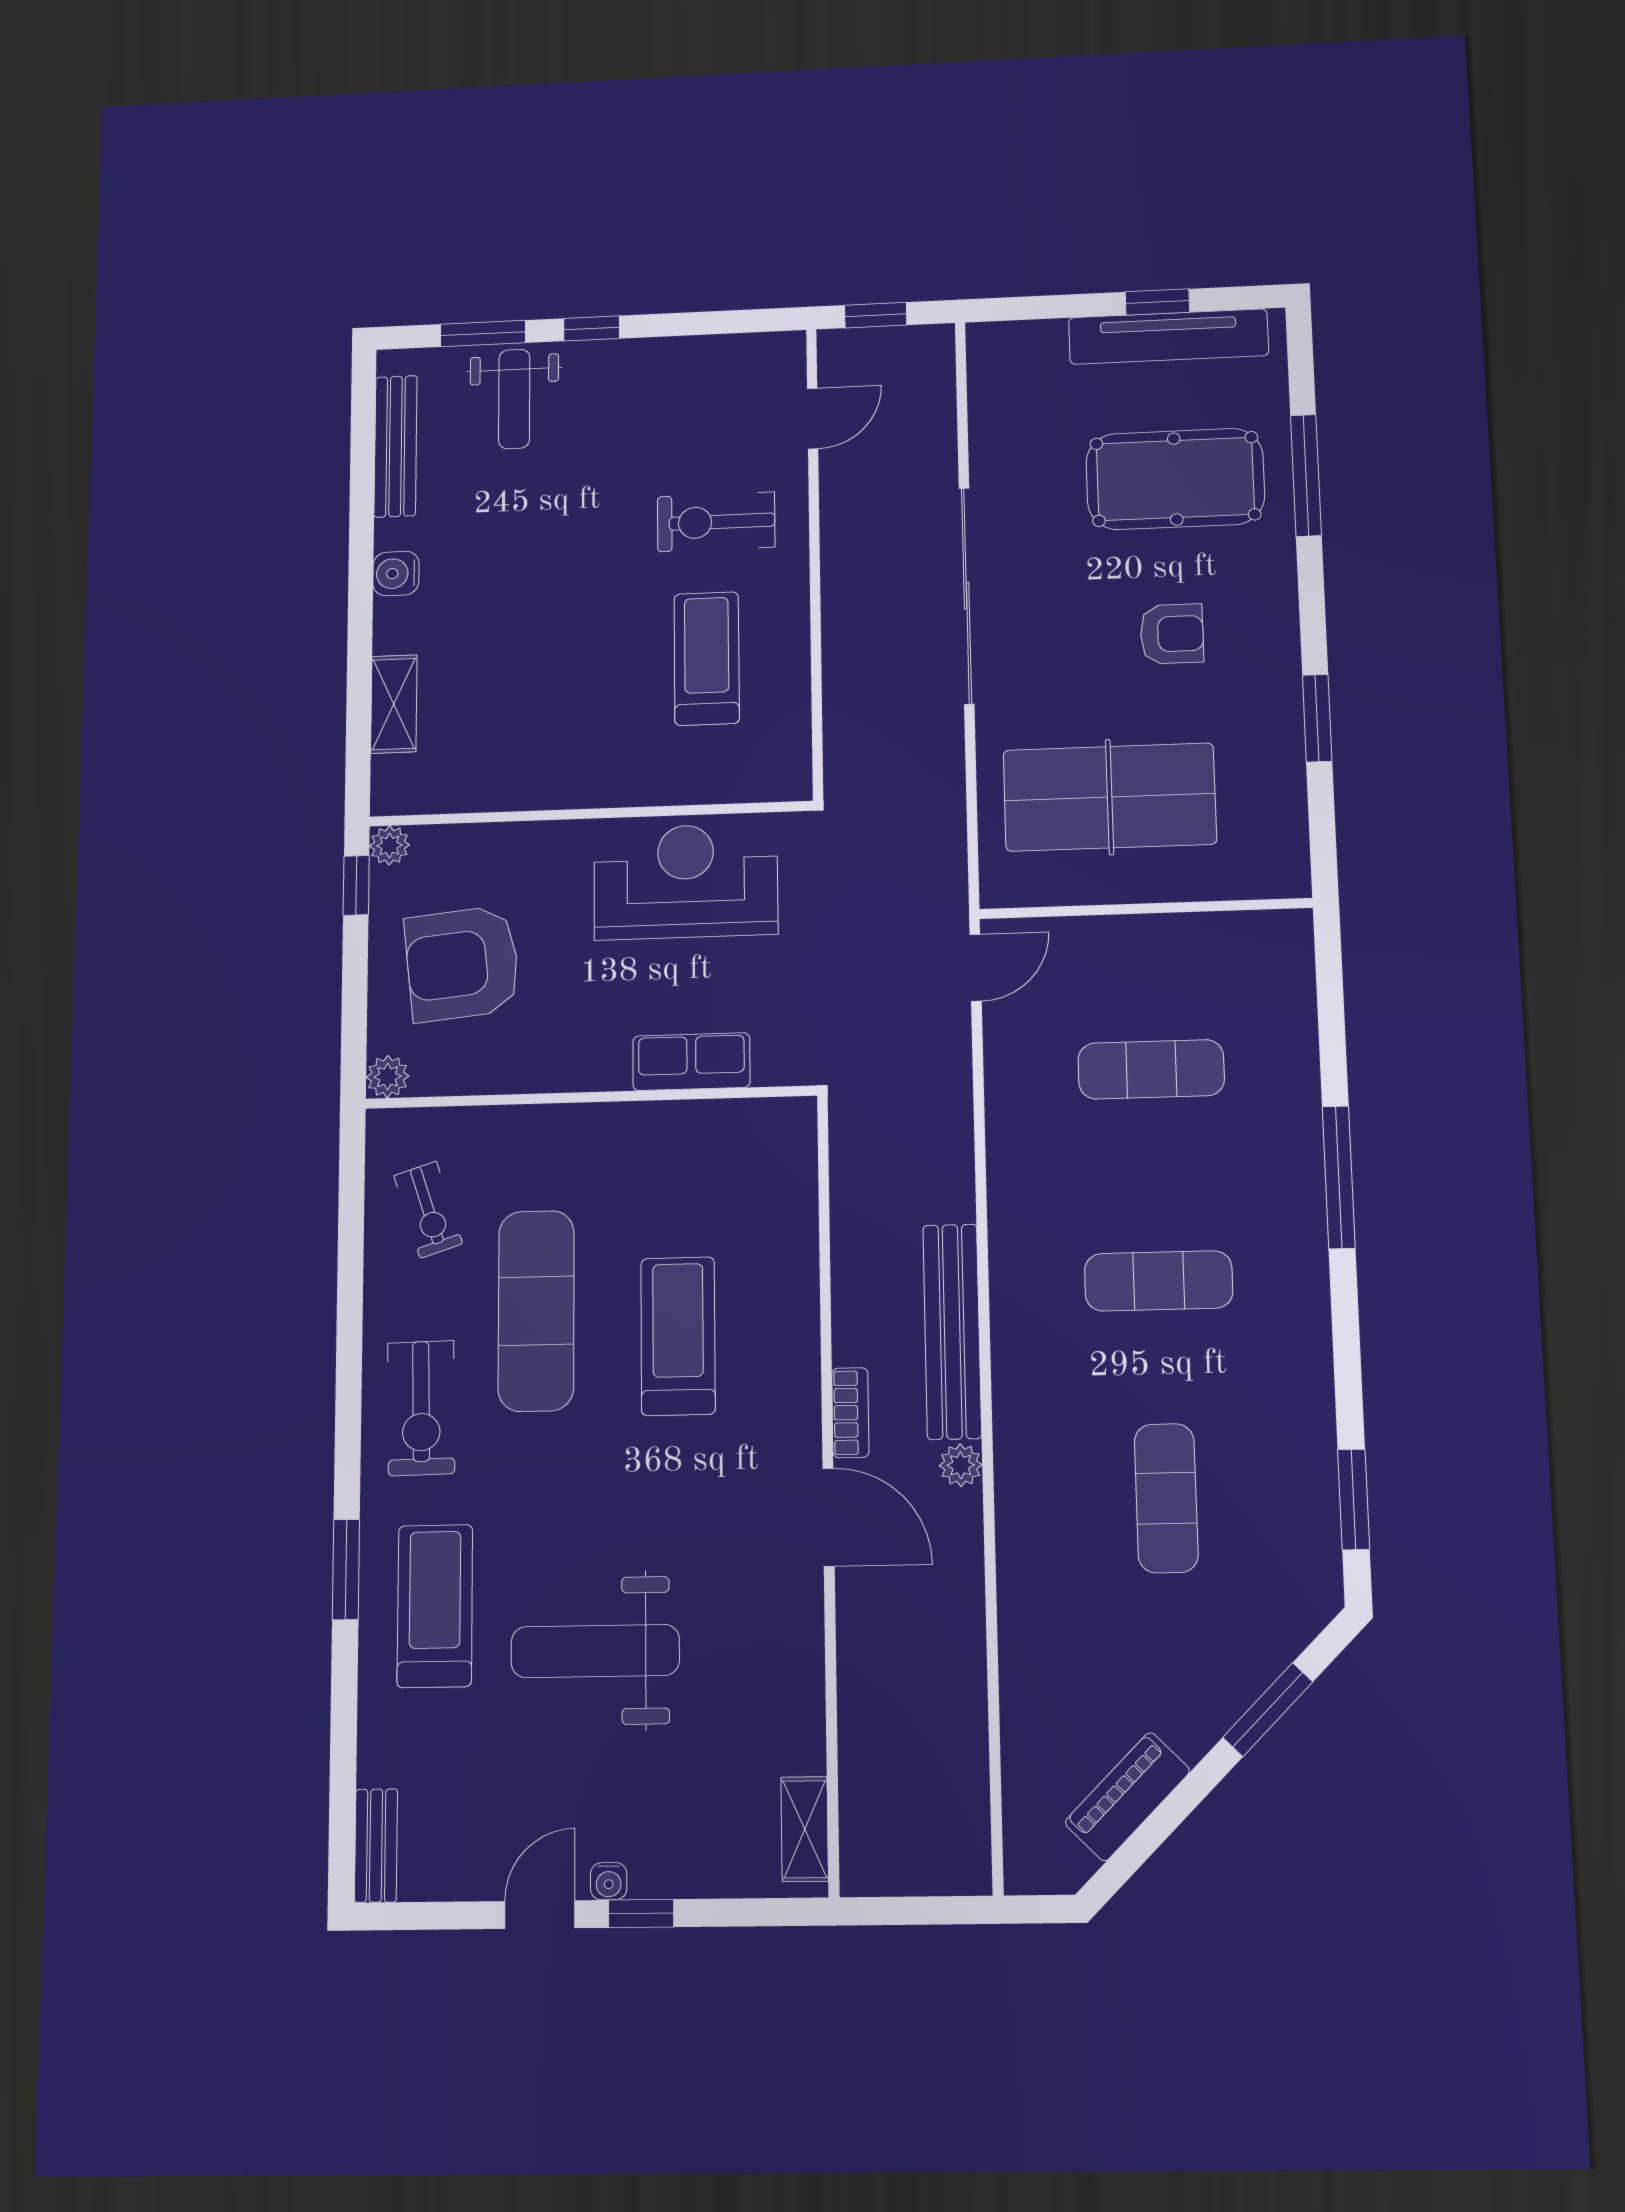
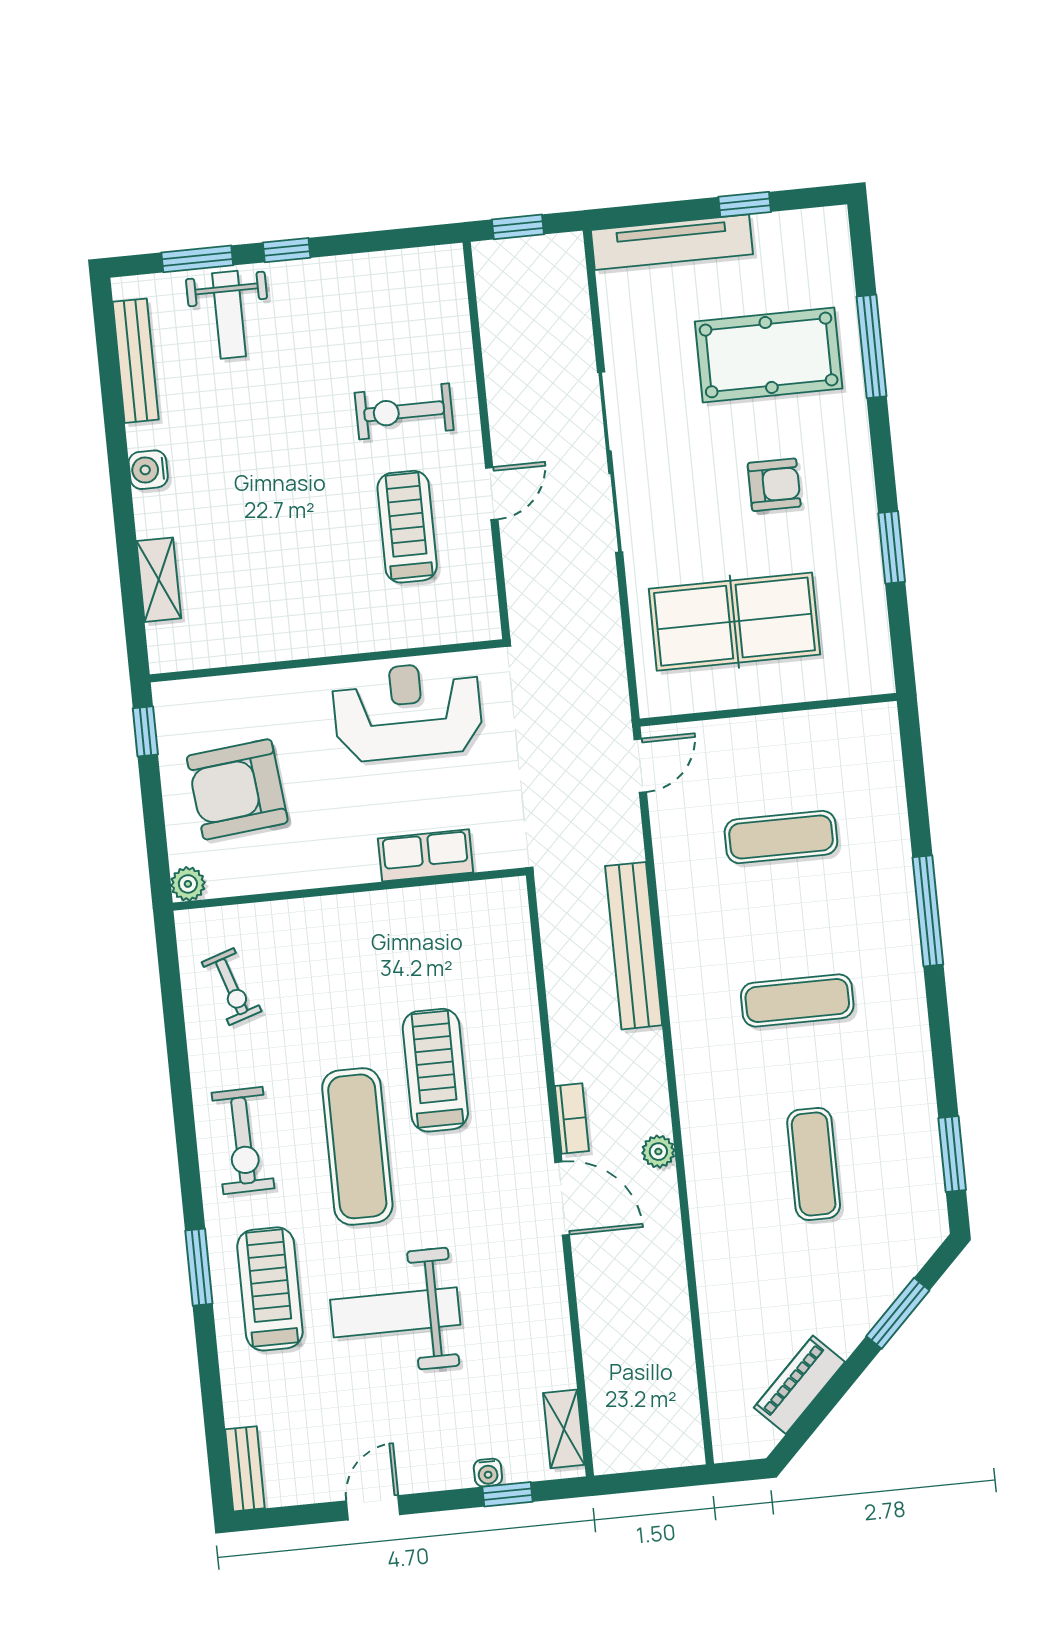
tv unit: (1168, 337) -> (672, 242), moved
door: (813, 419) -> (492, 493), moved
plant: (389, 845) -> (168, 697), removed
exercise mat: (536, 1311) -> (357, 1146), moved
bench: (952, 1331) -> (634, 946), moved
water cooler: (609, 1881) -> (488, 1473), moved
window: (641, 1914) -> (507, 1494), moved

